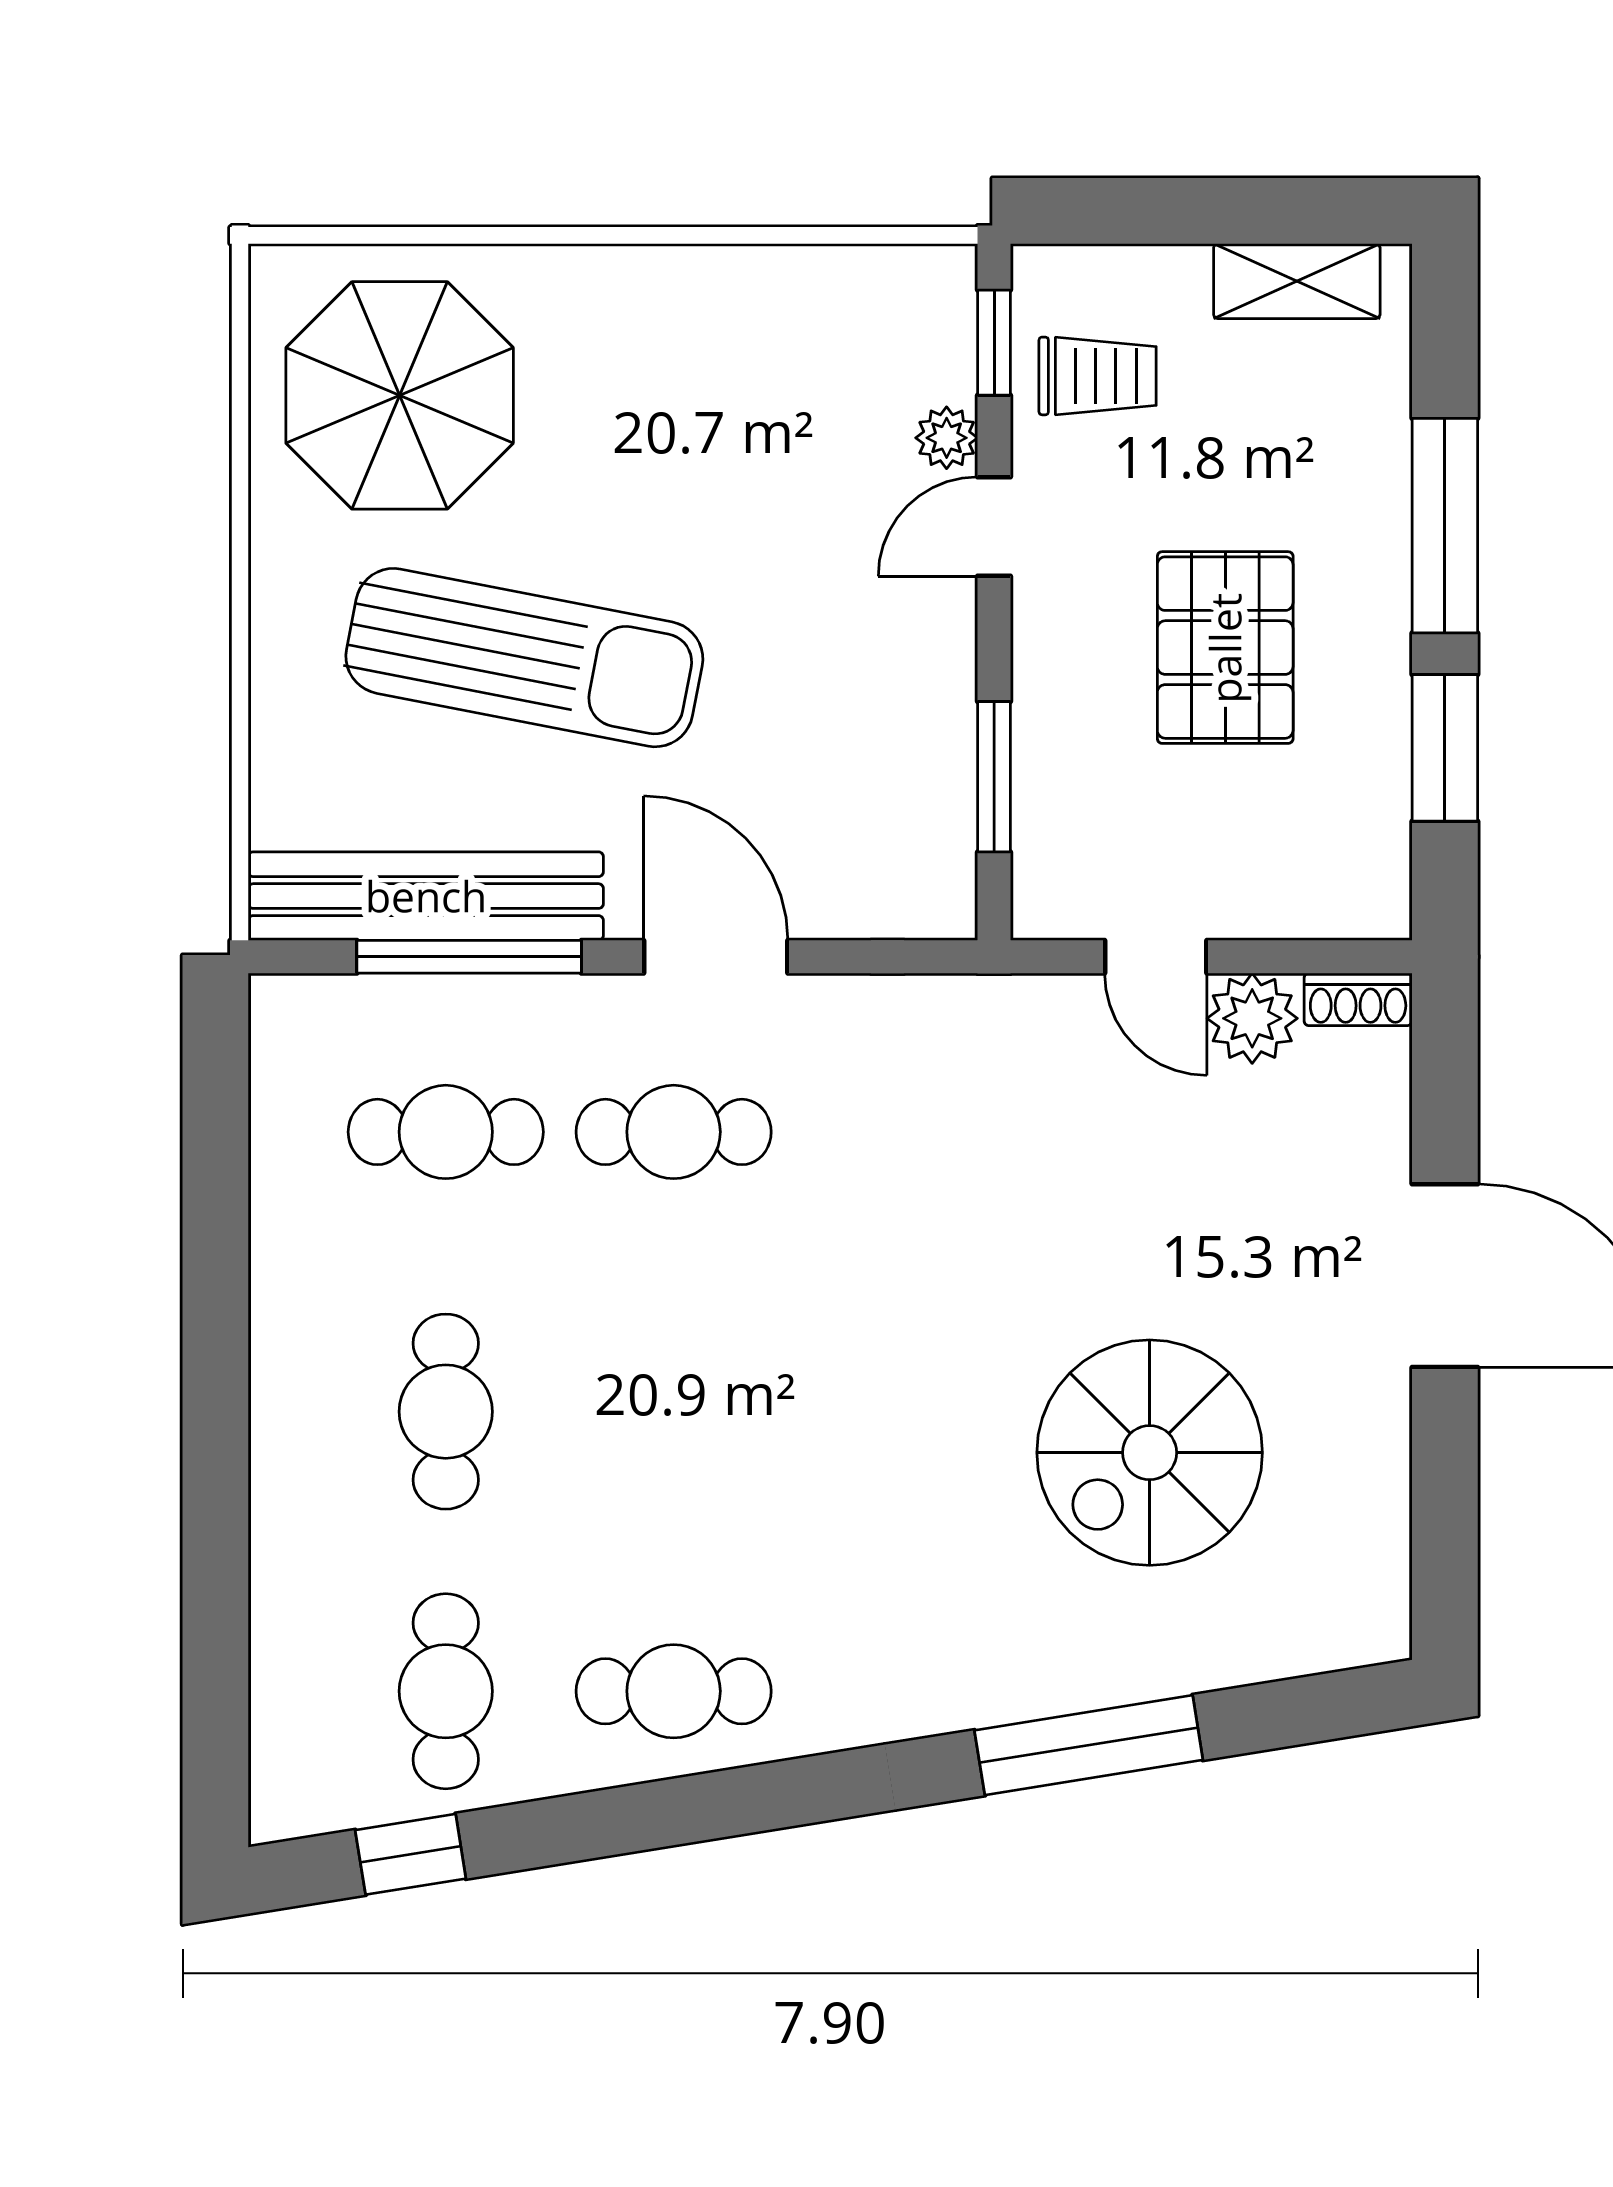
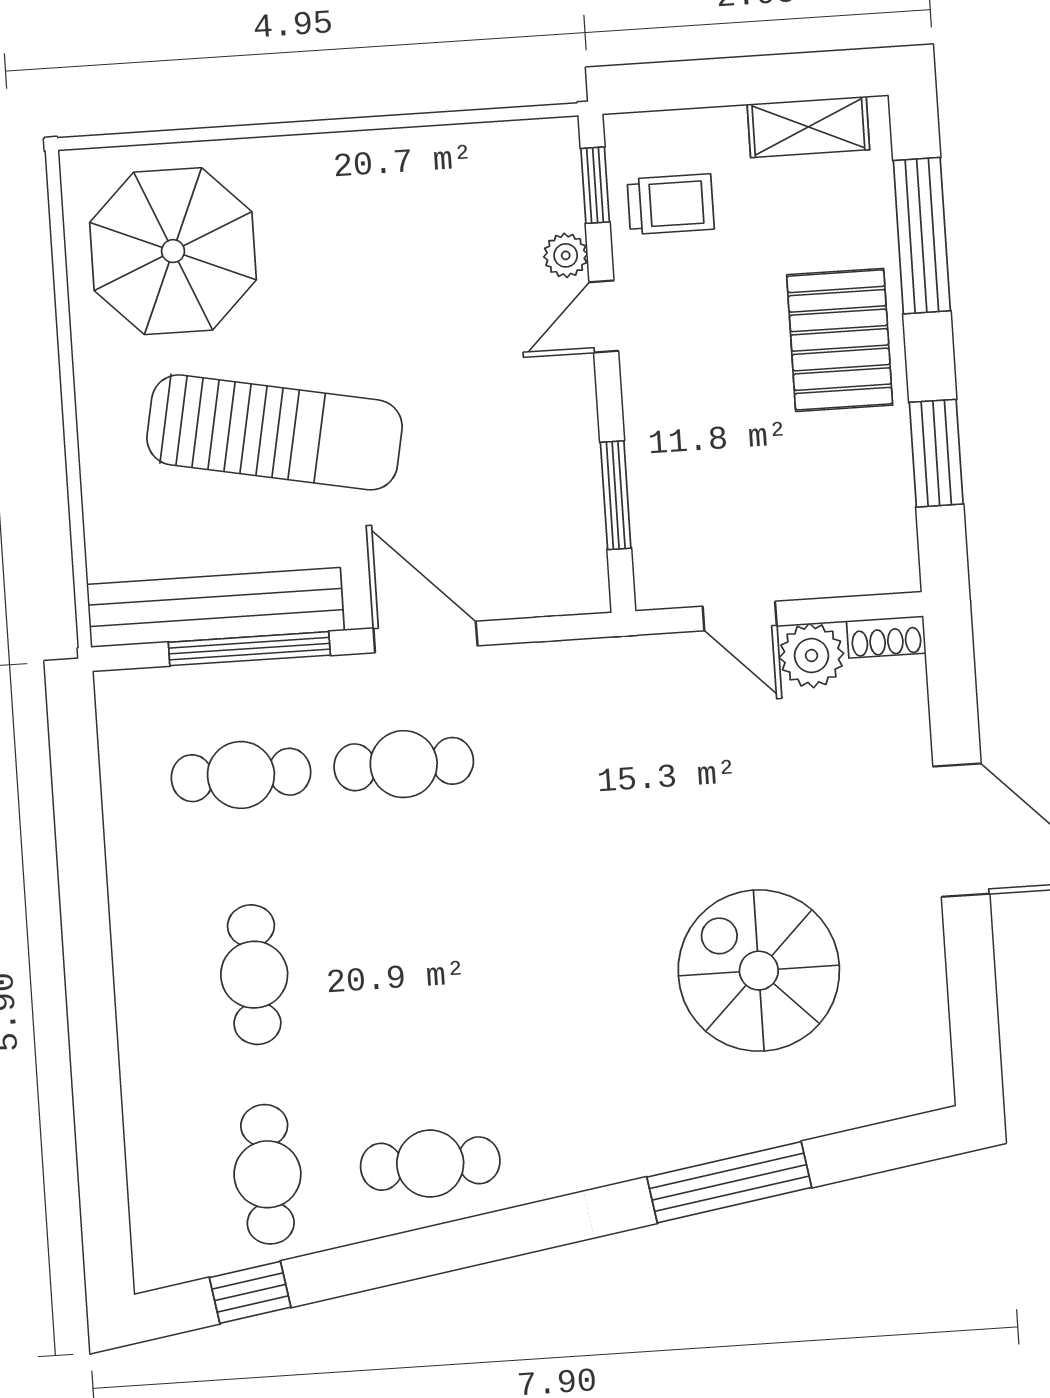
window: (1445, 526) -> (922, 236), moved
pallet: (1225, 648) -> (840, 340), moved
spiral stairs: (1150, 1453) -> (759, 971), turned 90

